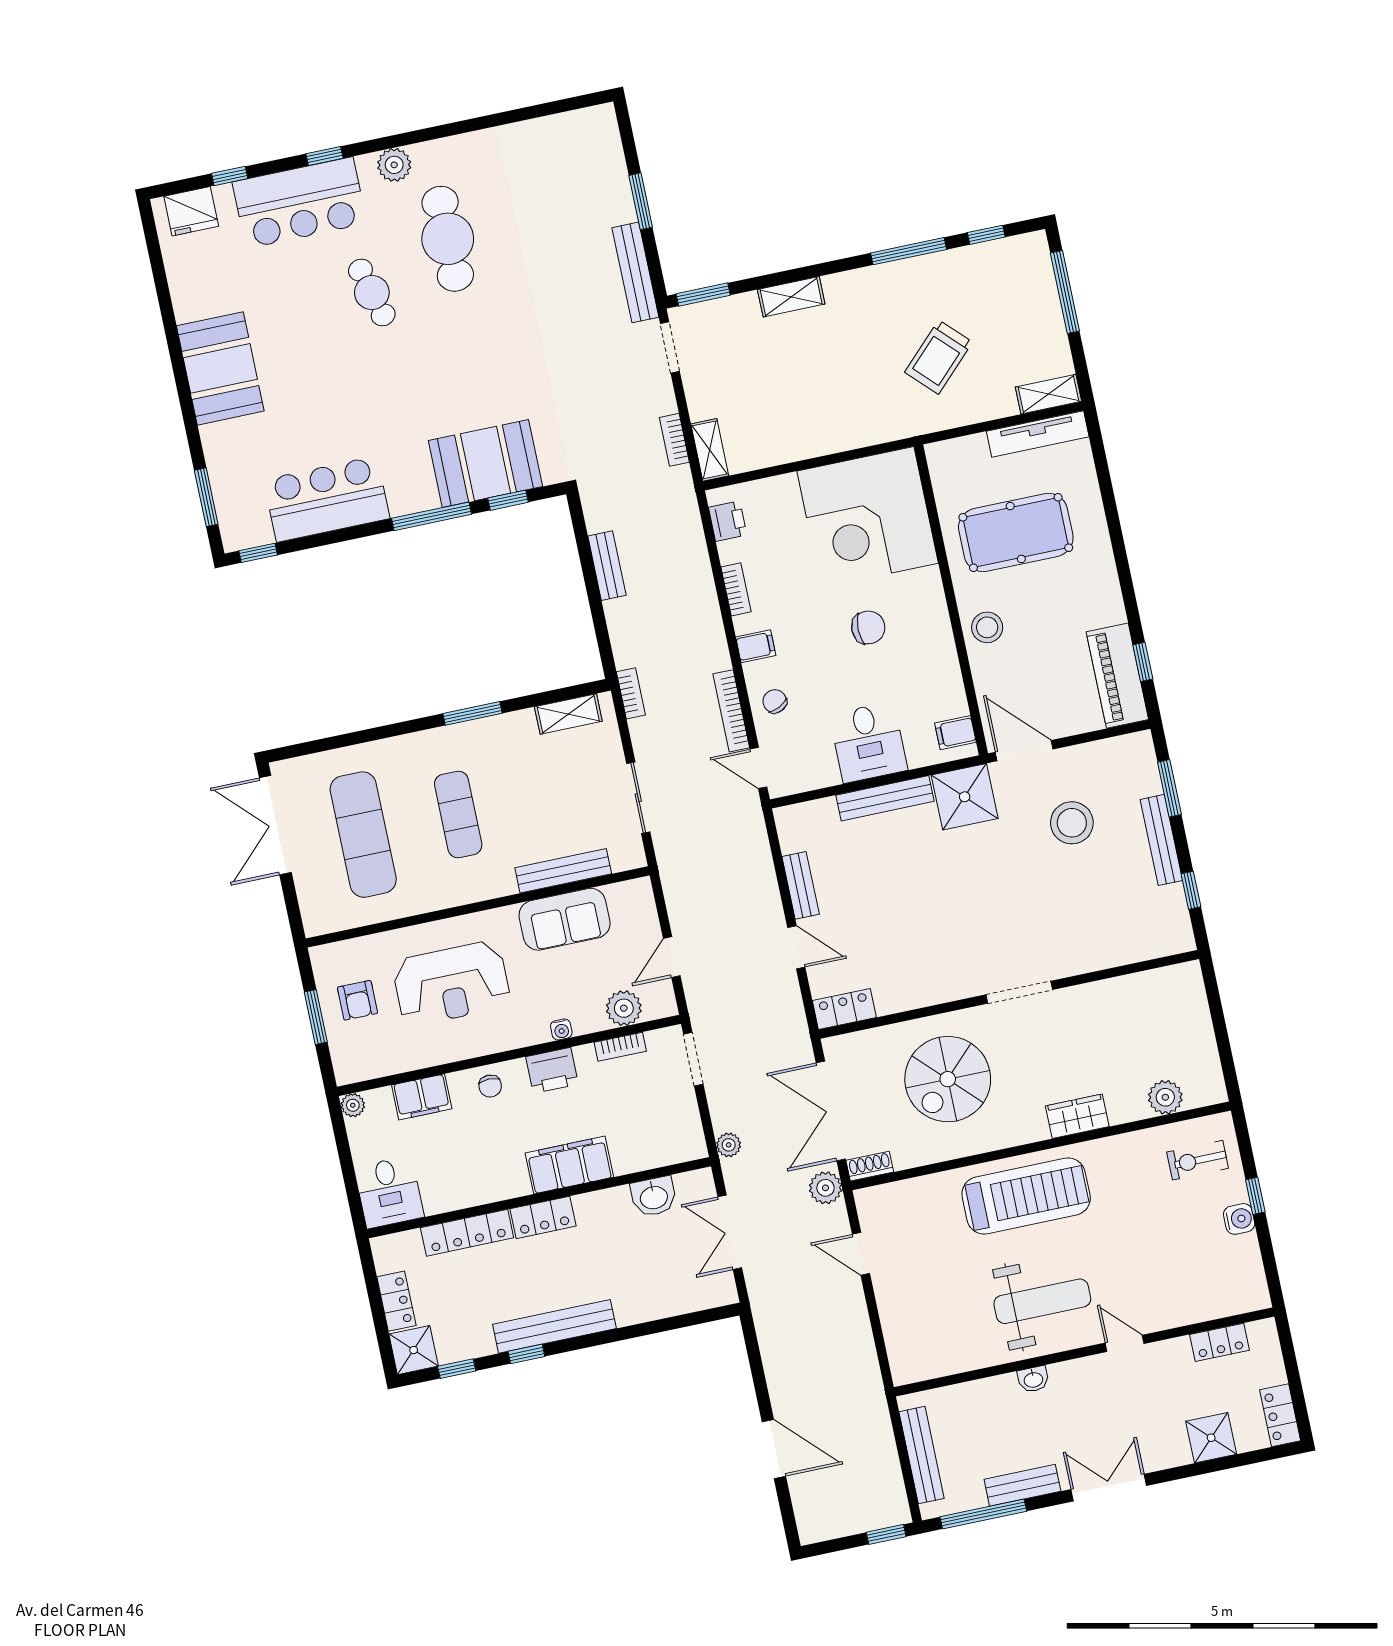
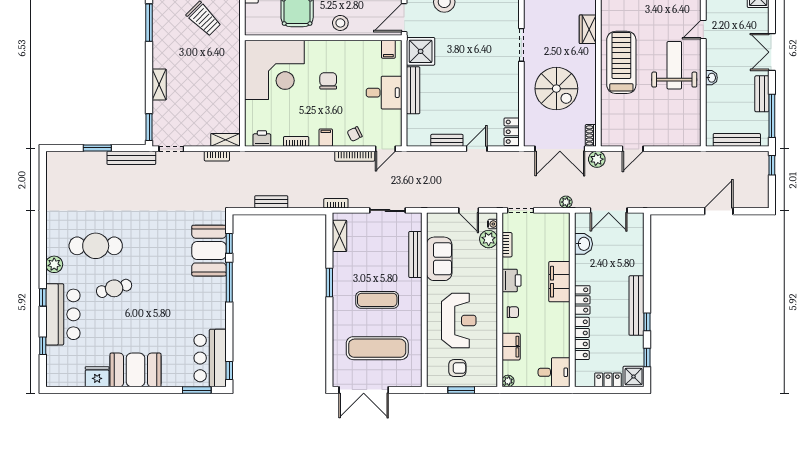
fridge: (191, 211) -> (97, 377), moved, turned -90
bar counter: (327, 499) -> (210, 358), moved
water cooler: (561, 1029) -> (493, 224), moved

